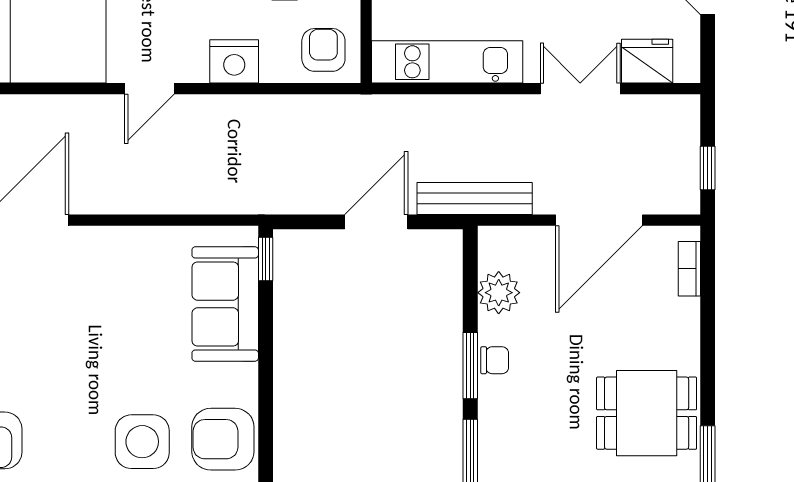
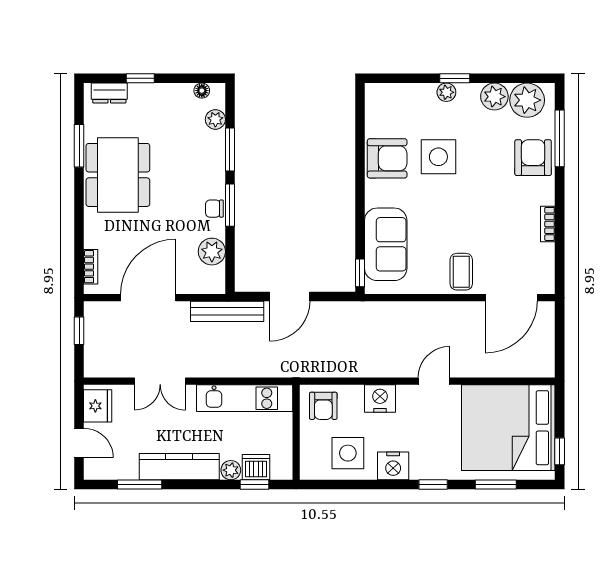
fridge: (647, 61) -> (98, 406), moved, turned -90
coffee table: (106, 261) -> (461, 272), added
dining table: (647, 413) -> (118, 175), width x1.38

